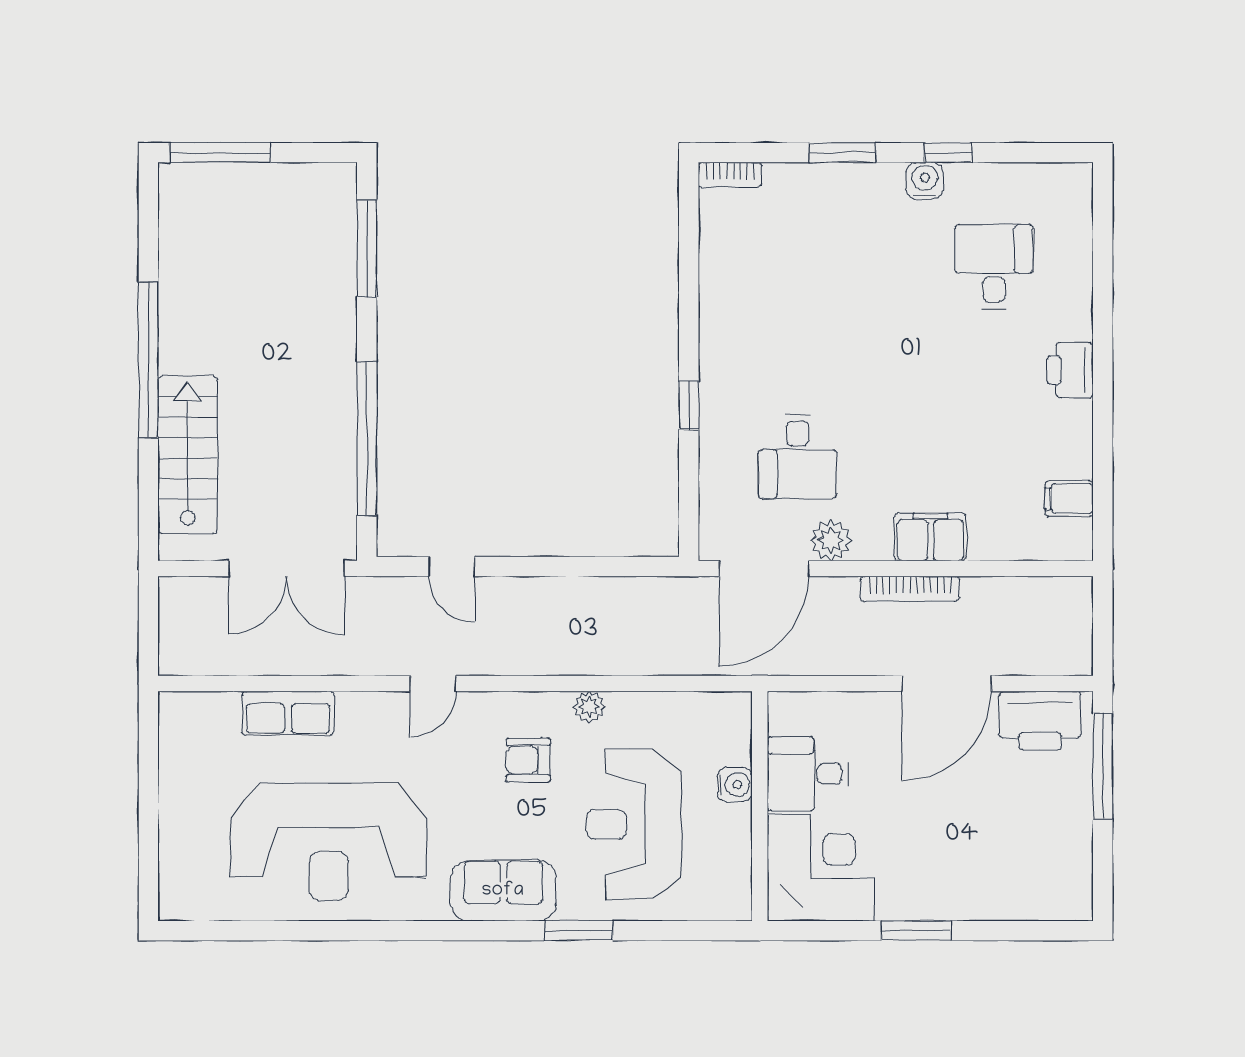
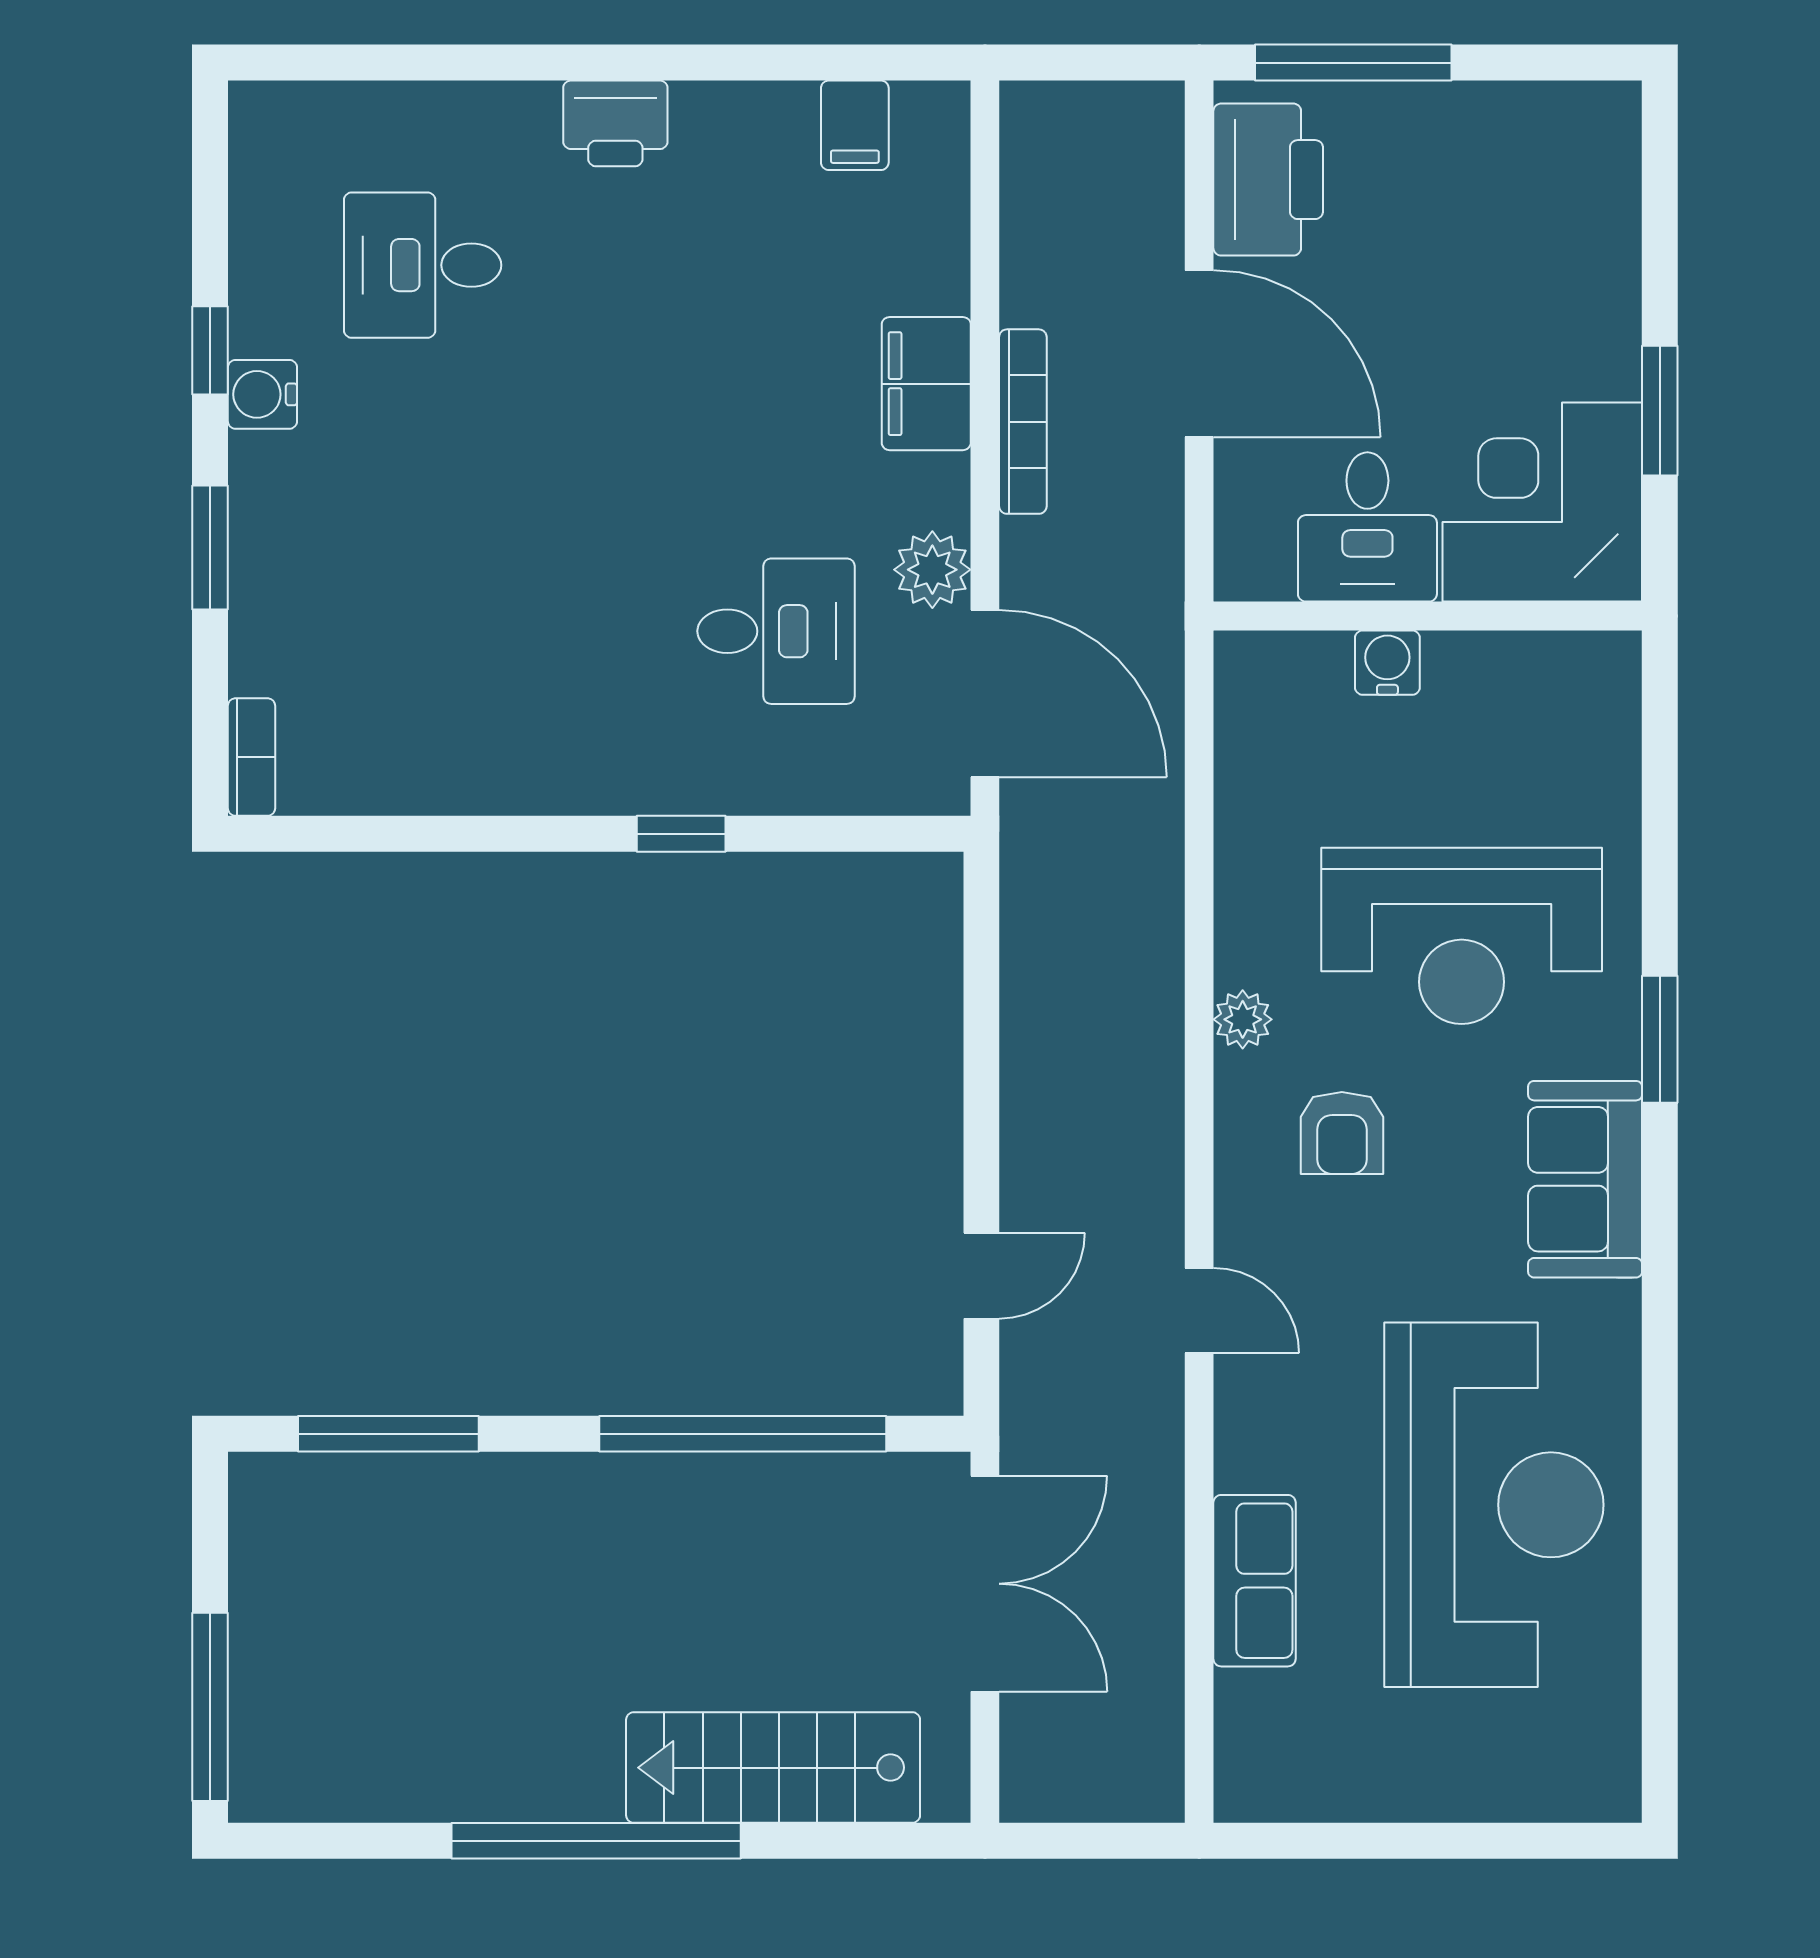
desk: (808, 774) -> (1367, 527), moved
water cooler: (735, 785) -> (1387, 663), moved
wall: (760, 806) -> (1428, 616), moved
corner desk: (821, 868) -> (1542, 502), moved

